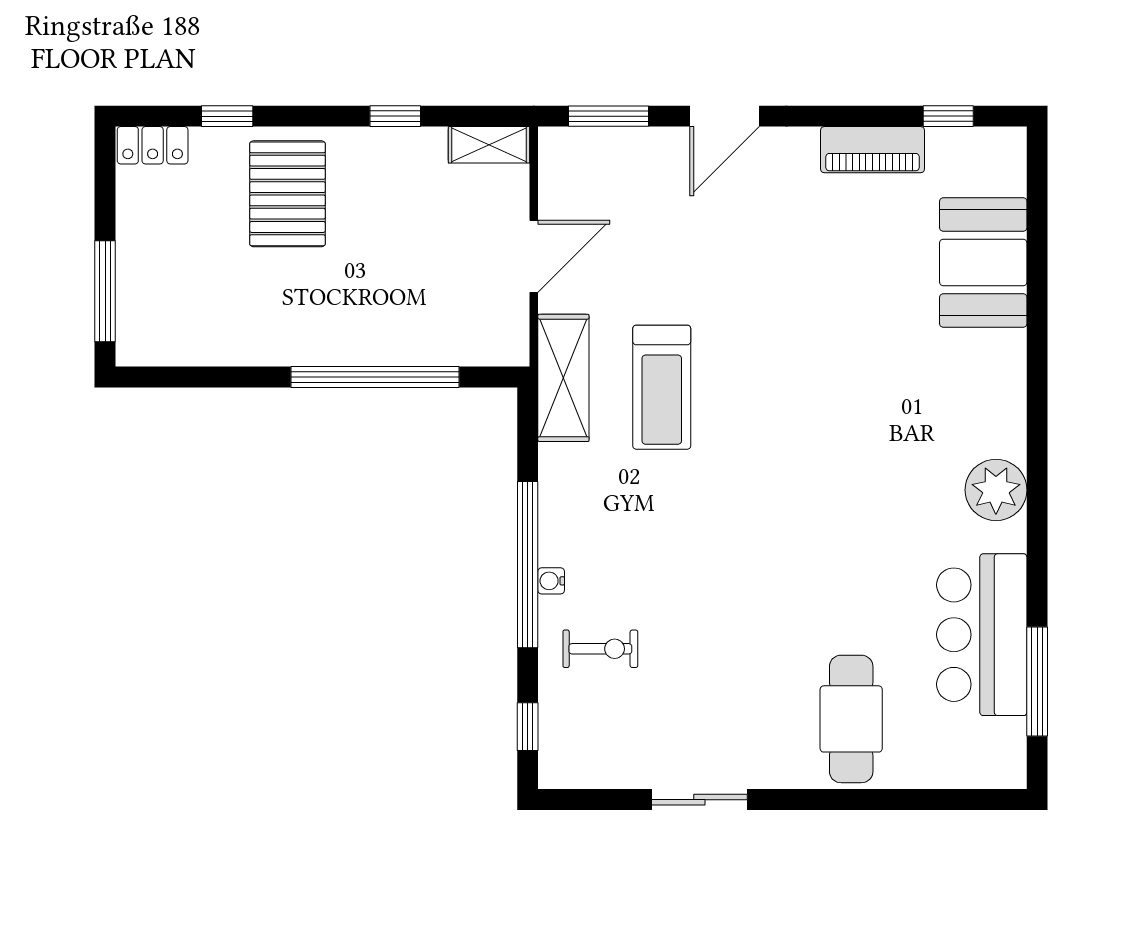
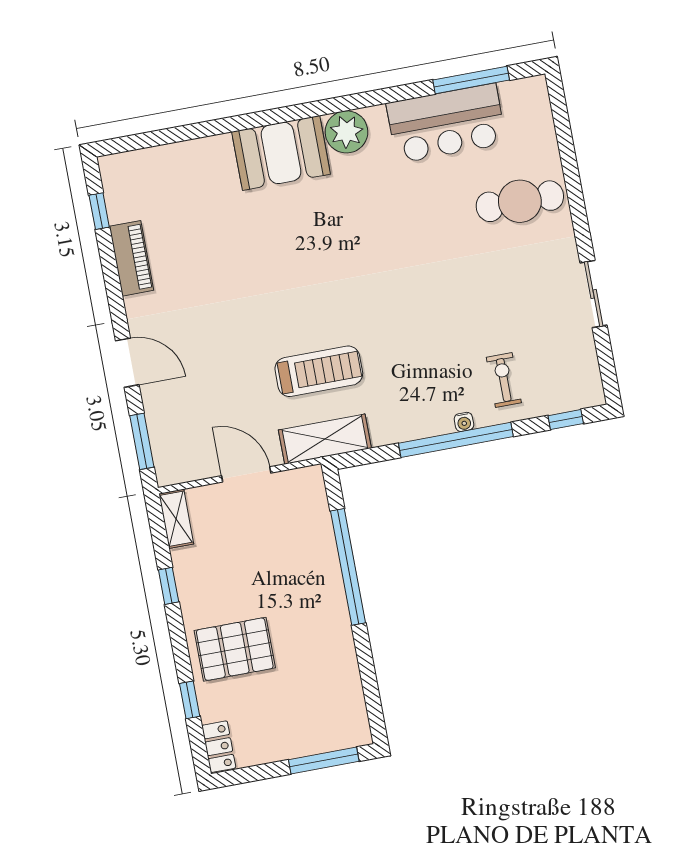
booth: (983, 262) -> (281, 153), moved

